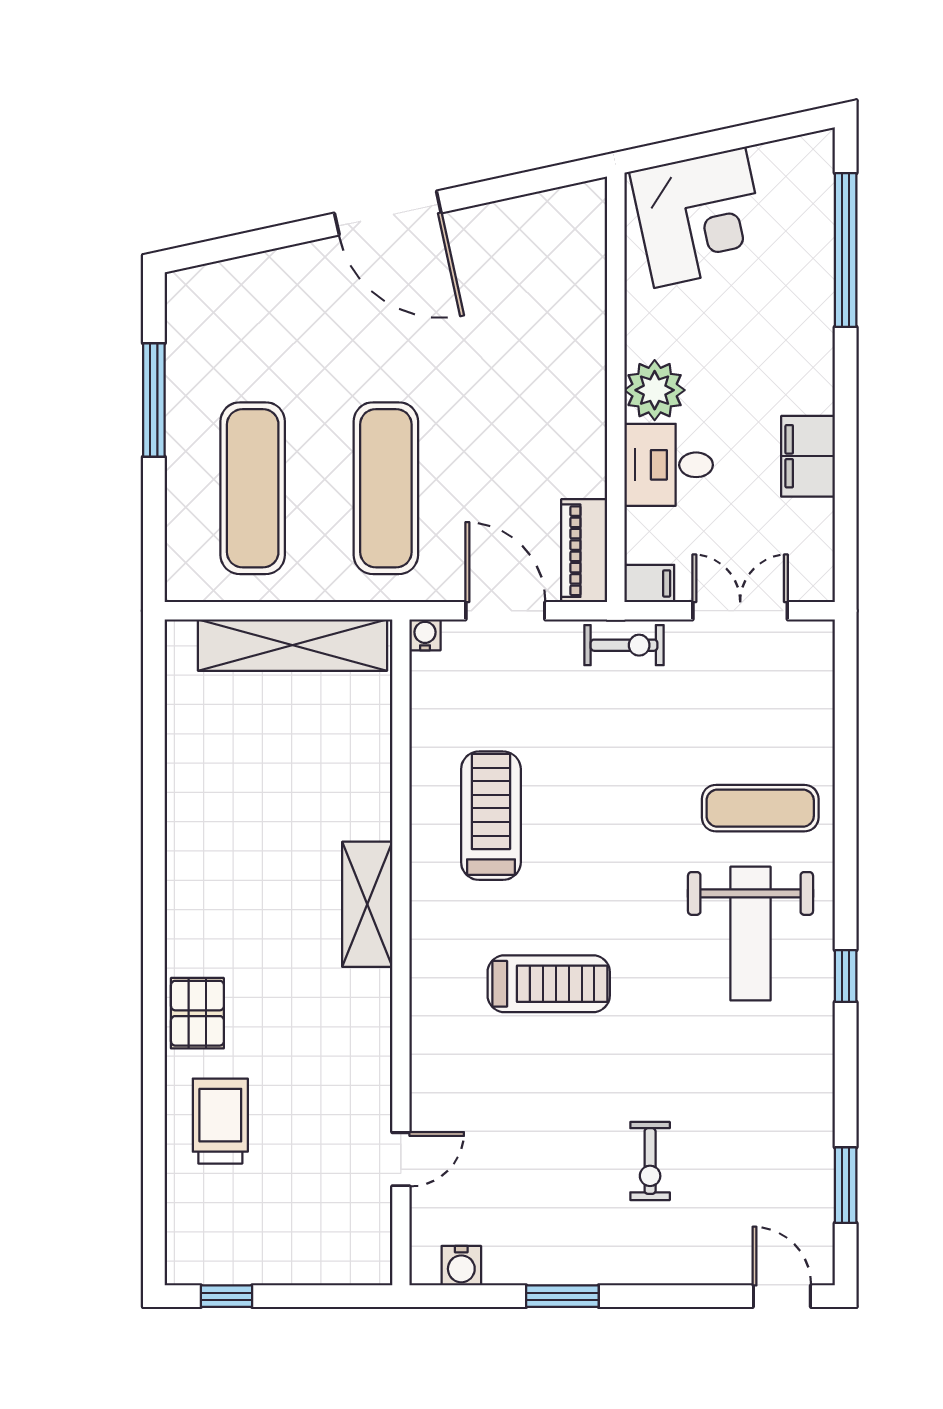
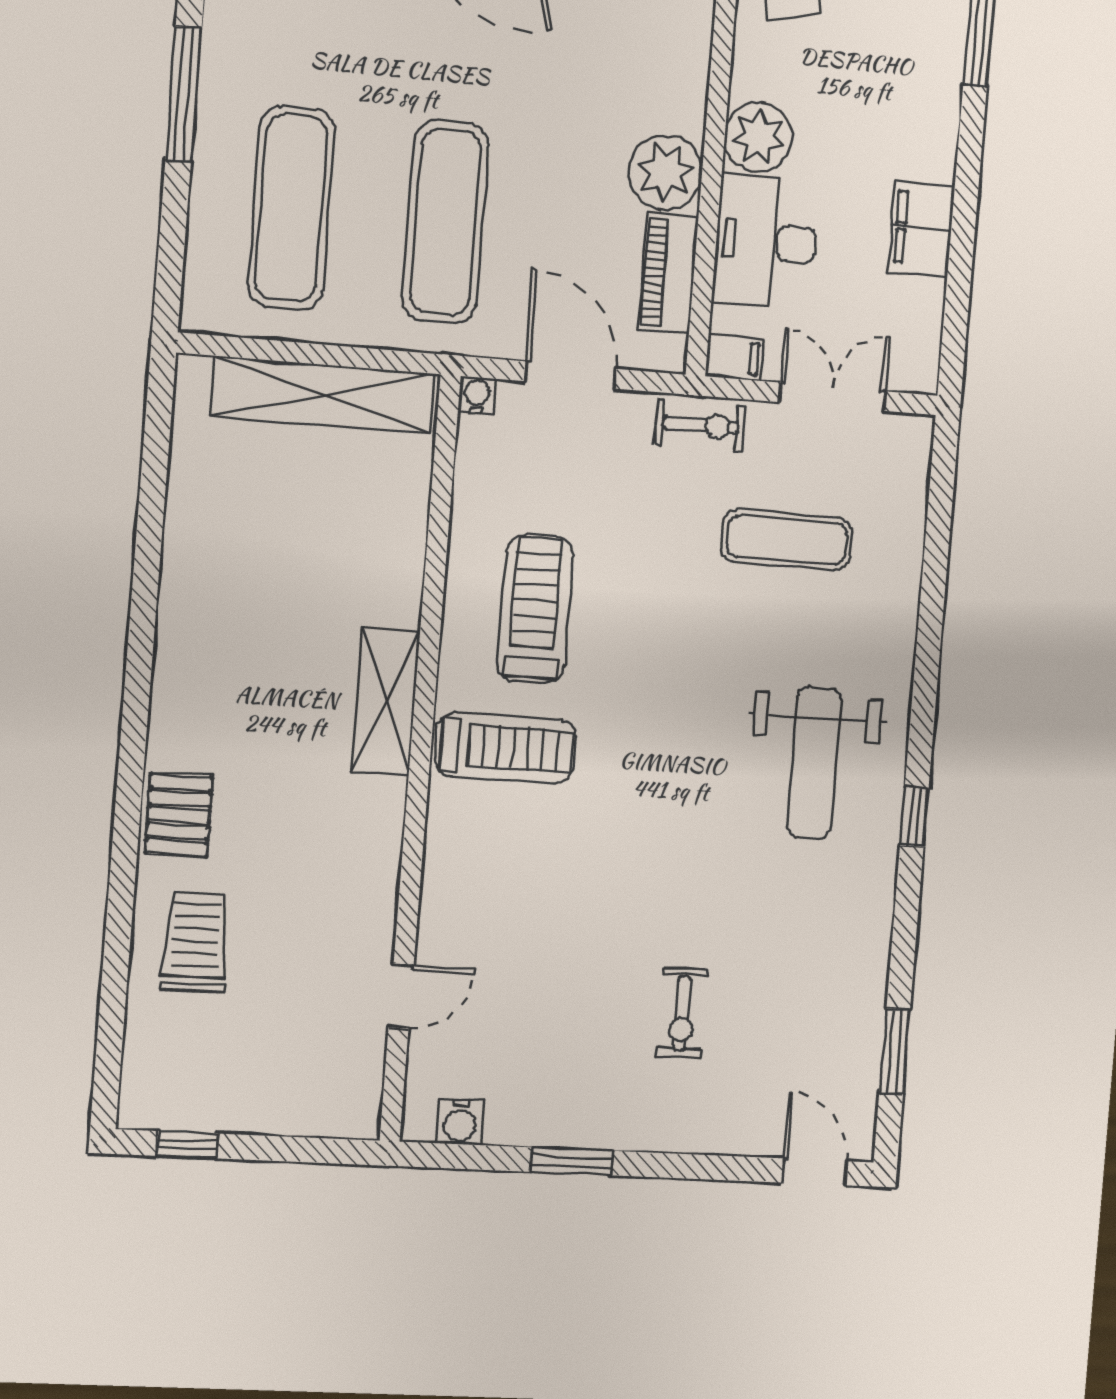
plant: (575, 428) -> (666, 172), added
desk: (669, 465) -> (766, 241), width x1.37
piano: (584, 551) -> (668, 273), moved
exercise mat: (760, 808) -> (787, 540), moved
treadmill: (549, 984) -> (505, 748), moved

